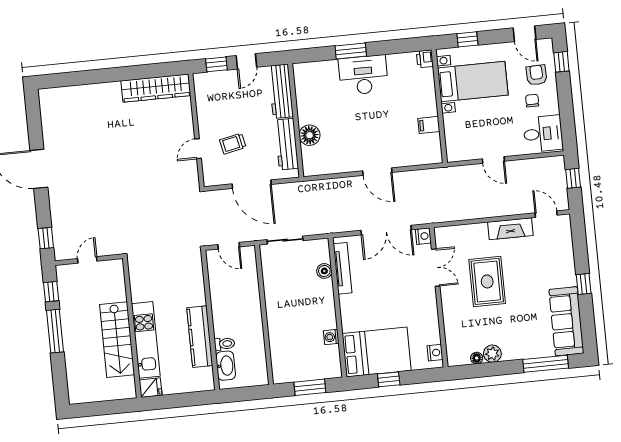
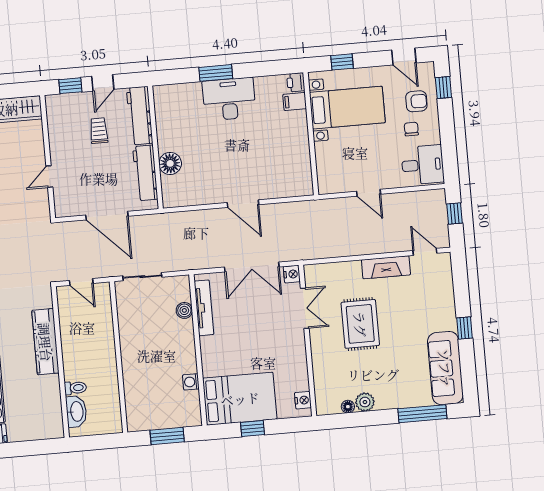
armchair: (537, 75) -> (416, 101), turned 92
filing cabinet: (429, 125) -> (295, 102), moved
trolley: (233, 144) -> (99, 131), moved, turned 102
kitchen counter: (200, 337) -> (45, 342), moved

